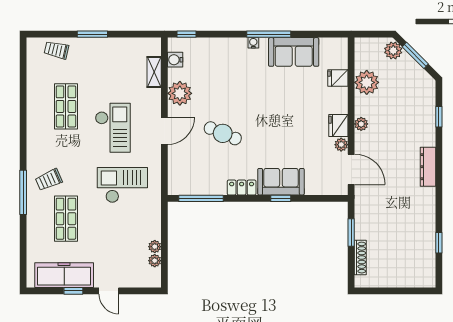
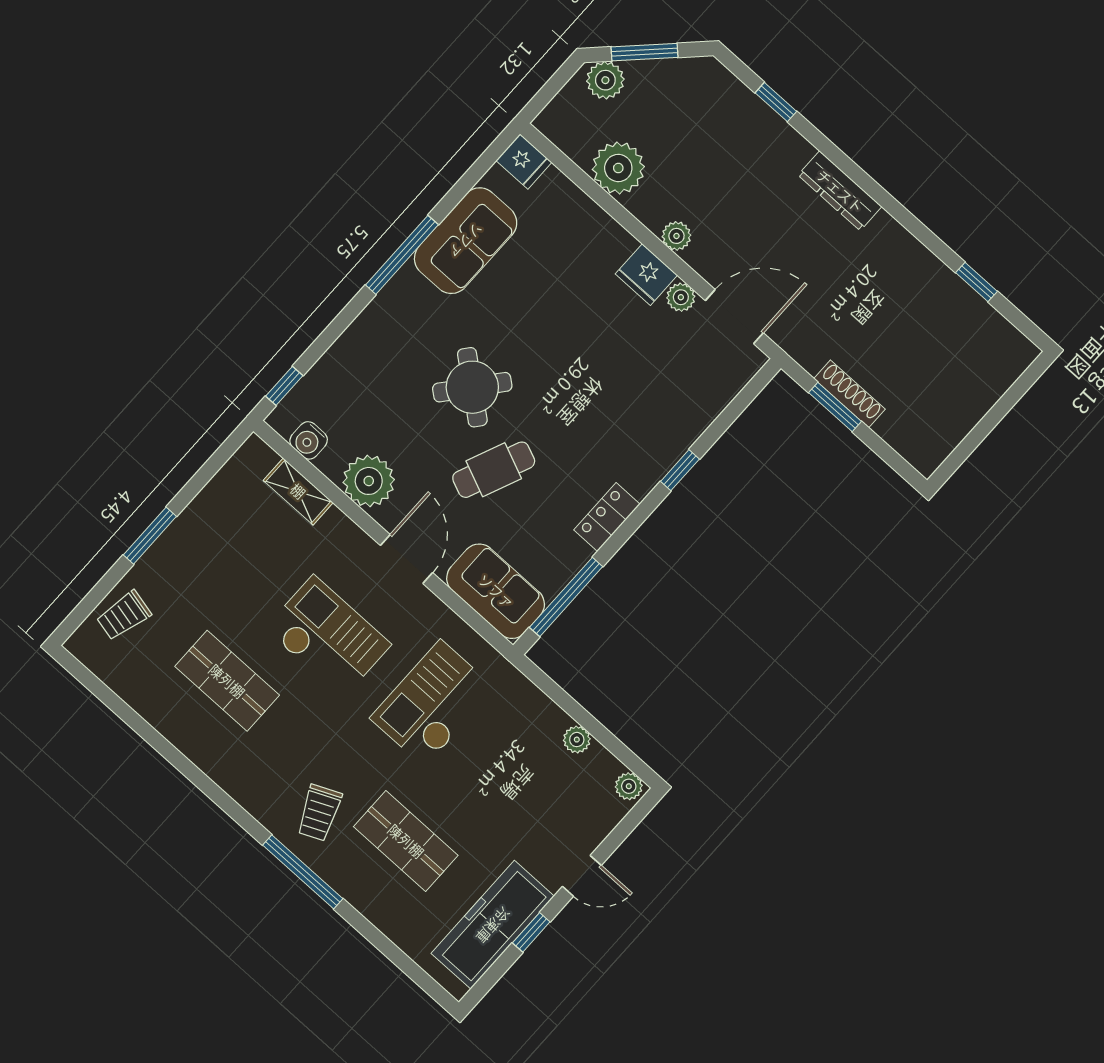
water cooler: (253, 43) -> (393, 292), removed
fridge: (338, 78) -> (524, 161), moved, turned -90
round table: (245, 100) -> (472, 387), added
sofa: (281, 182) -> (496, 591), moved, turned 90
shoe rack: (360, 258) -> (850, 394), moved
plant: (155, 261) -> (629, 786), moved

